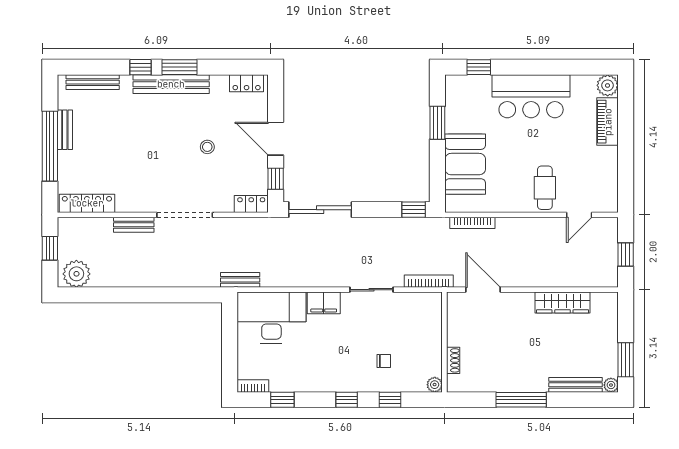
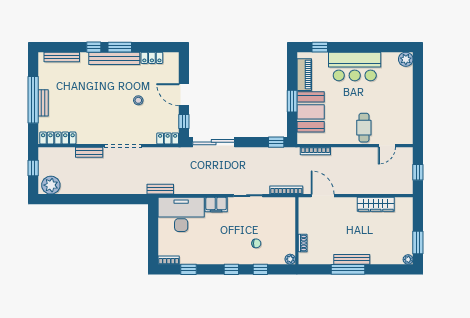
locker: (247, 83) -> (152, 58), moved
piano: (608, 122) -> (304, 75), moved, turned 180
window: (437, 123) -> (292, 101), moved
bench: (65, 130) -> (43, 103), moved
bench: (576, 385) -> (352, 259), moved

